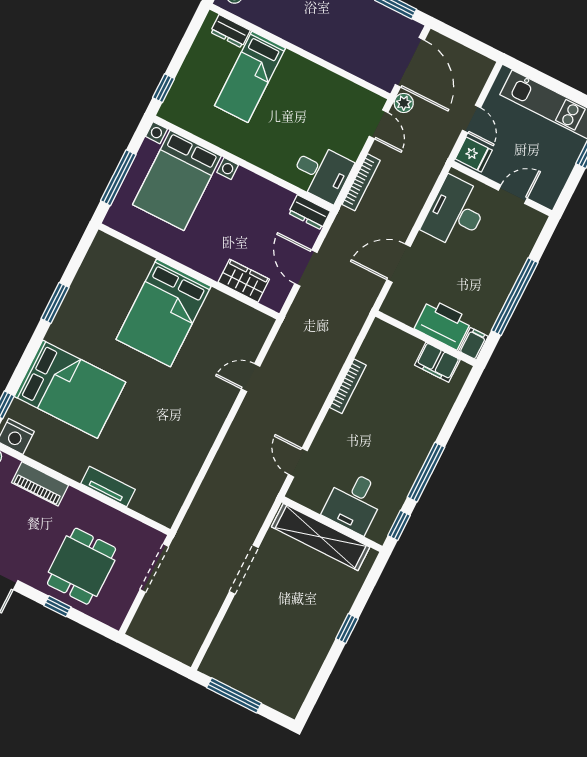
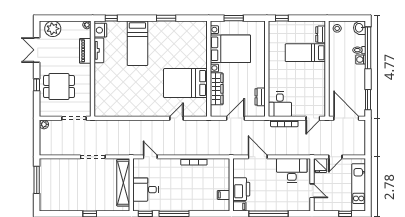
door: (410, 62) -> (346, 118), swing flipped
plant: (404, 103) -> (44, 124), moved
window: (118, 178) -> (234, 18), width x0.69
bed with nightstands: (177, 180) -> (230, 49), moved, turned 180
dresser: (309, 212) -> (260, 97), moved
wardrobe: (244, 281) -> (217, 89), width x1.50
bed: (163, 313) -> (185, 83), moved
filing cabinet: (437, 362) -> (224, 195), width x0.50
door: (251, 378) -> (177, 118), hinge flipped
bed: (70, 389) -> (137, 43), width x0.67
door: (298, 463) -> (150, 157), hinge flipped
tv unit: (108, 487) -> (99, 50), moved

